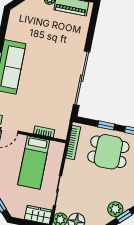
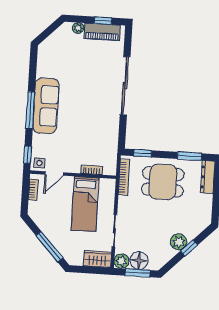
sliding door: (82, 78) -> (125, 86), moved
window: (106, 125) -> (143, 153), moved

